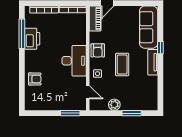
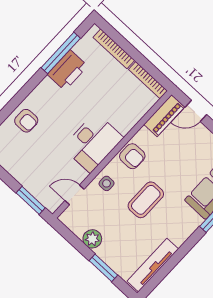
armchair: (98, 50) -> (132, 156), turned -90
tv unit: (153, 62) -> (153, 265), moved, width x1.41
door: (88, 92) -> (75, 195), swing flipped

